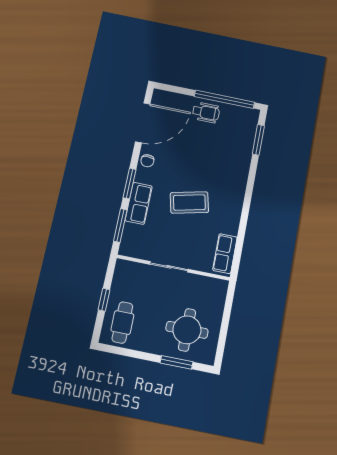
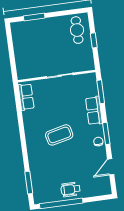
door: (143, 123) -> (111, 167), width x0.53
window: (129, 183) -> (106, 133), moved
coffee table: (189, 203) -> (59, 135), moved
round table: (187, 330) -> (34, 39), removed

